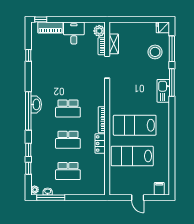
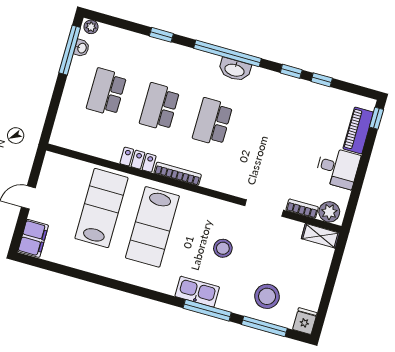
shelving: (114, 44) -> (320, 236), moved
stool: (136, 83) -> (223, 248), added
lab bench: (135, 125) -> (152, 227), turned 180
window: (28, 168) -> (291, 71), moved
filing cabinet: (159, 189) -> (33, 238), width x2.00

